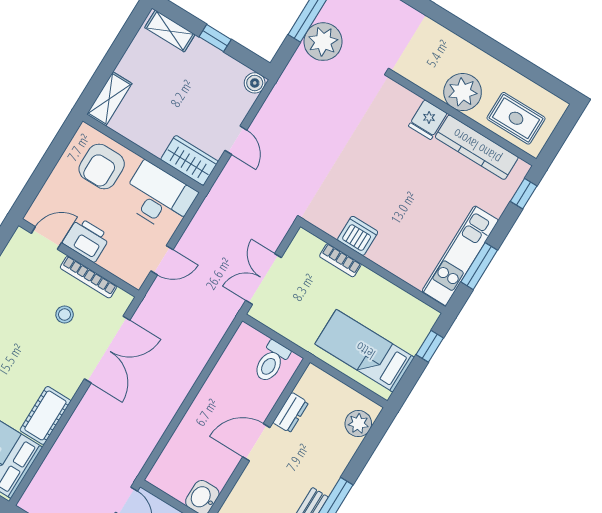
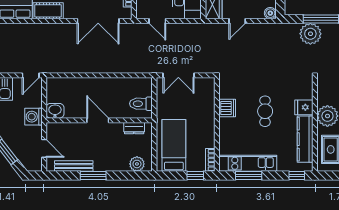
cafe table: (398, 182) -> (265, 111), added
bookcase: (340, 260) -> (210, 160), moved
double door: (263, 279) -> (178, 75), swing flipped
dresser: (291, 413) -> (134, 128), moved

